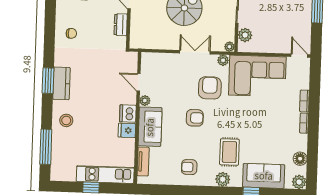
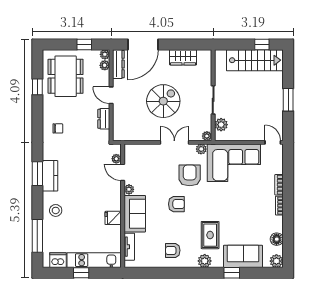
plant: (132, 68) -> (116, 159), added
dishwasher: (128, 114) -> (58, 260), moved, turned 90

